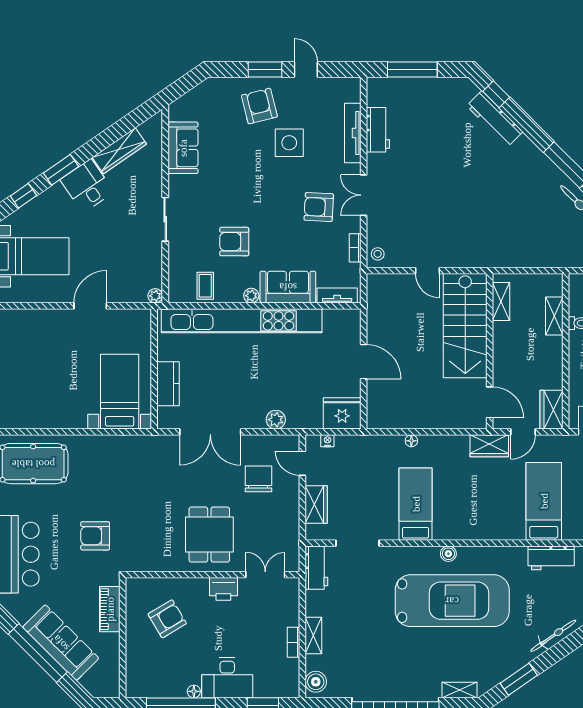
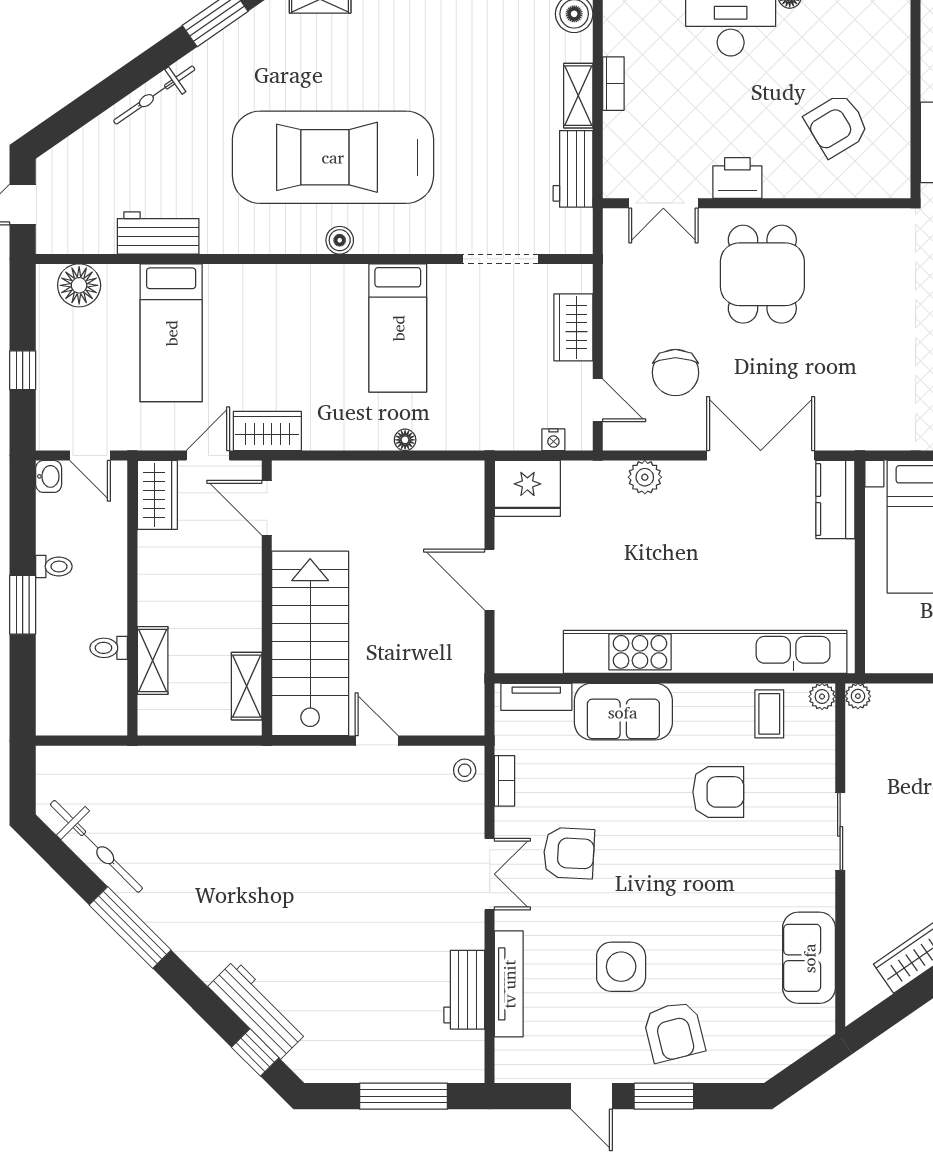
plant: (251, 296) -> (822, 696), moved
kitchen counter: (168, 384) -> (835, 500), moved
workbench: (316, 568) -> (573, 169), moved

